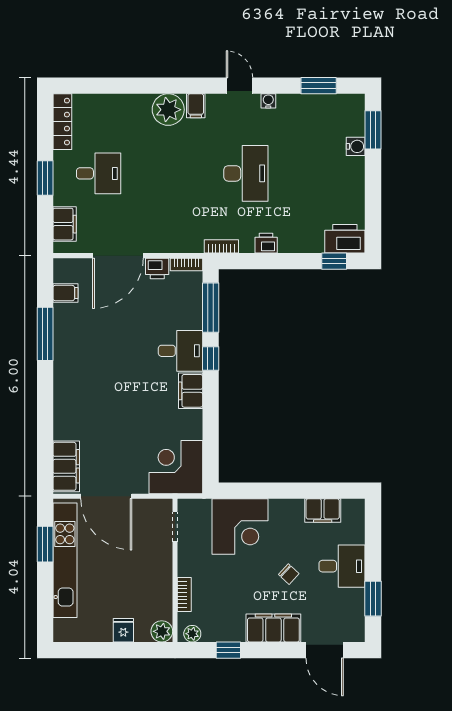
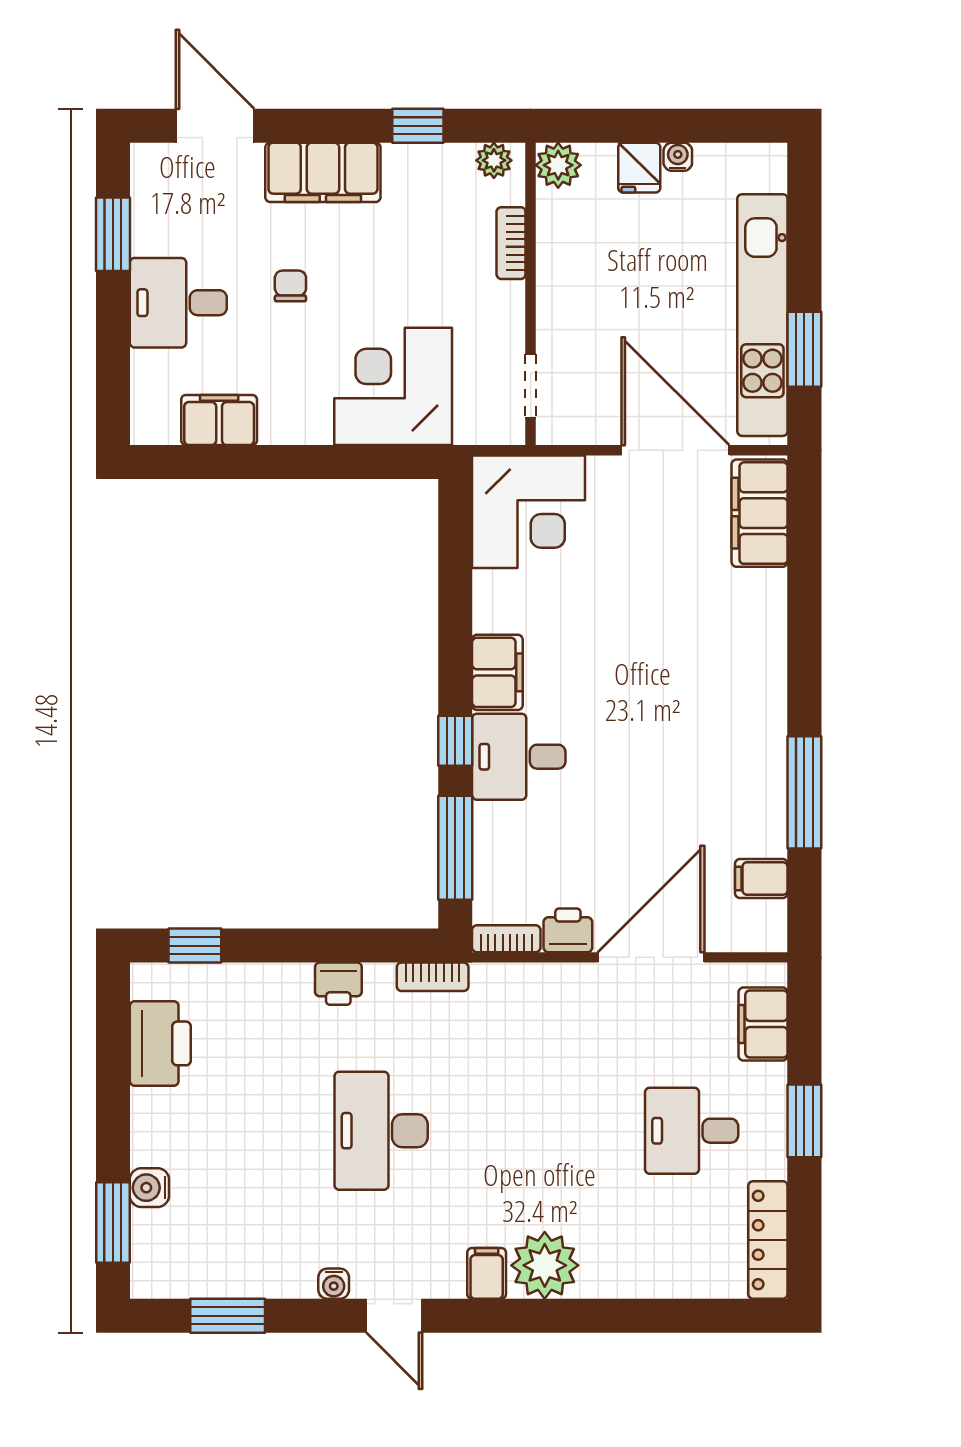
printer: (345, 239) -> (160, 1043), moved, turned -90
chair: (289, 574) -> (290, 286), turned 47
water cooler: (105, 635) -> (678, 157), added

